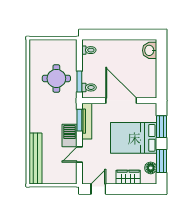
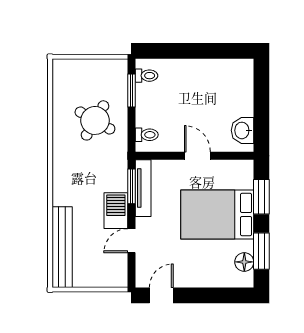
washbasin: (150, 50) -> (243, 130), moved
round table: (56, 78) -> (95, 120), turned 30
window: (79, 81) -> (132, 90), moved
door: (121, 101) -> (197, 156), width x0.53
wardrobe: (128, 177) -> (209, 276), removed

